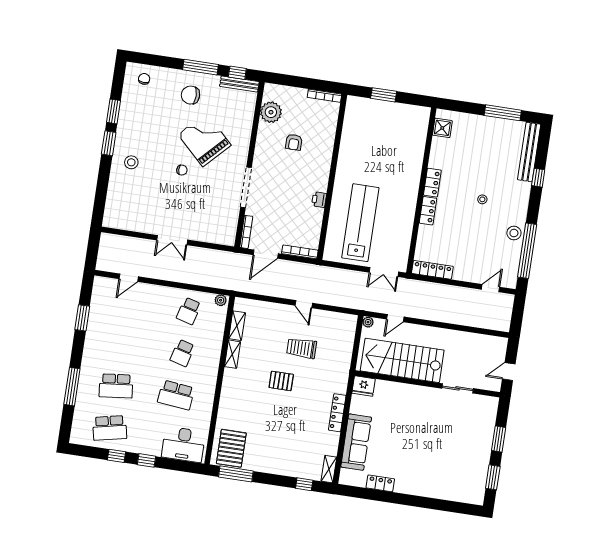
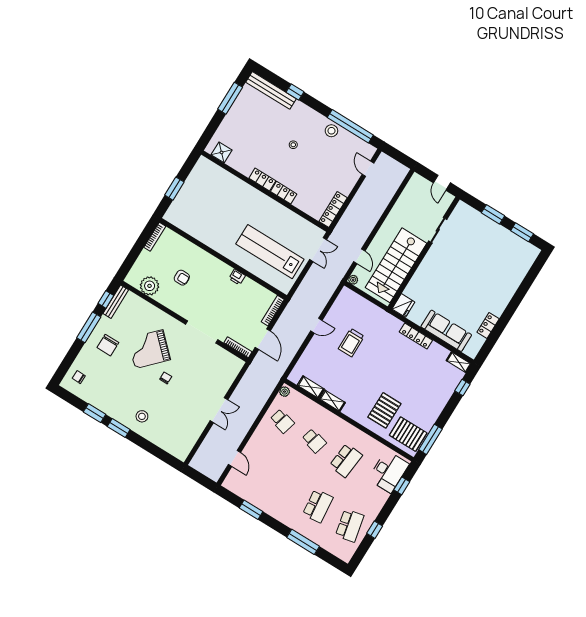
pallet: (281, 381) -> (384, 410), moved, width x1.50, depth x1.42
window: (147, 460) -> (402, 486), moved

